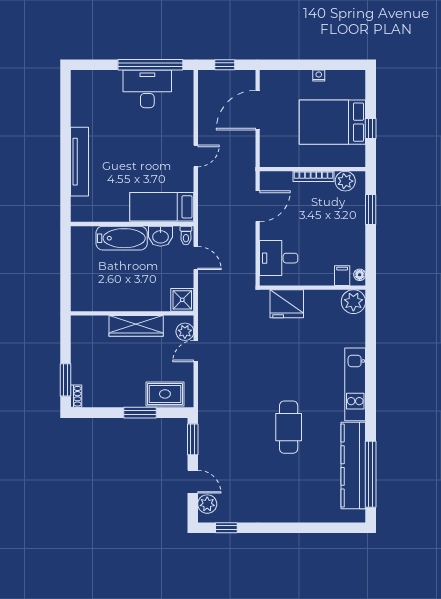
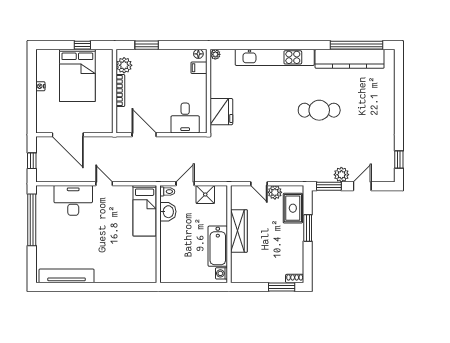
desk: (147, 89) -> (73, 200), moved, turned 90
tv unit: (80, 162) -> (67, 276), moved
bathtub: (122, 238) -> (218, 246), moved, turned 180
shower: (182, 300) -> (205, 194), moved
plant: (353, 302) -> (215, 54), width x0.53, depth x0.53
washing machine: (83, 304) -> (222, 273), added
plant: (185, 332) -> (275, 192), moved
kitchen unit: (355, 384) -> (275, 57), width x1.36
plant: (207, 504) -> (341, 175), moved

